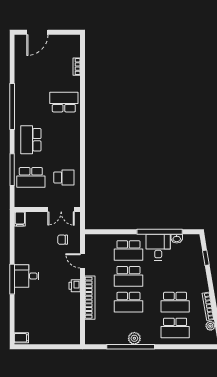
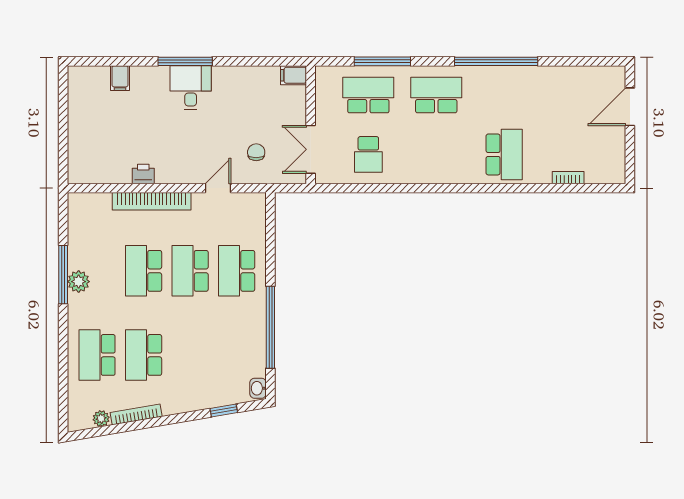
door: (37, 32) -> (630, 107), hinge flipped
school desk: (31, 177) -> (368, 95), turned 90
washbasin: (177, 239) -> (258, 388), moved
desk: (158, 247) -> (243, 324), removed
printer: (75, 286) -> (143, 174), moved
filing cabinet: (21, 338) -> (120, 78), moved
window: (131, 347) -> (63, 275), width x0.68

